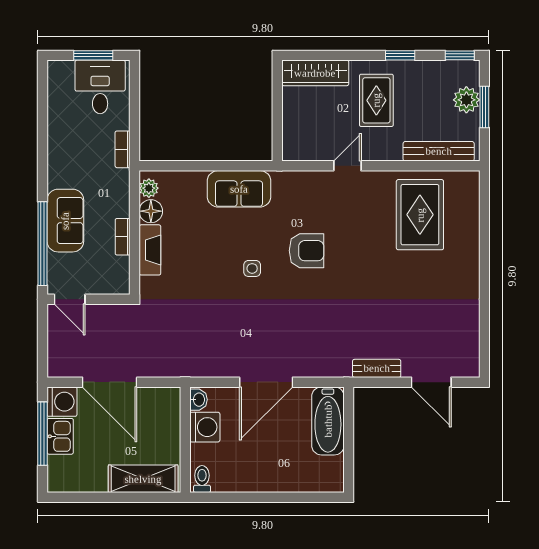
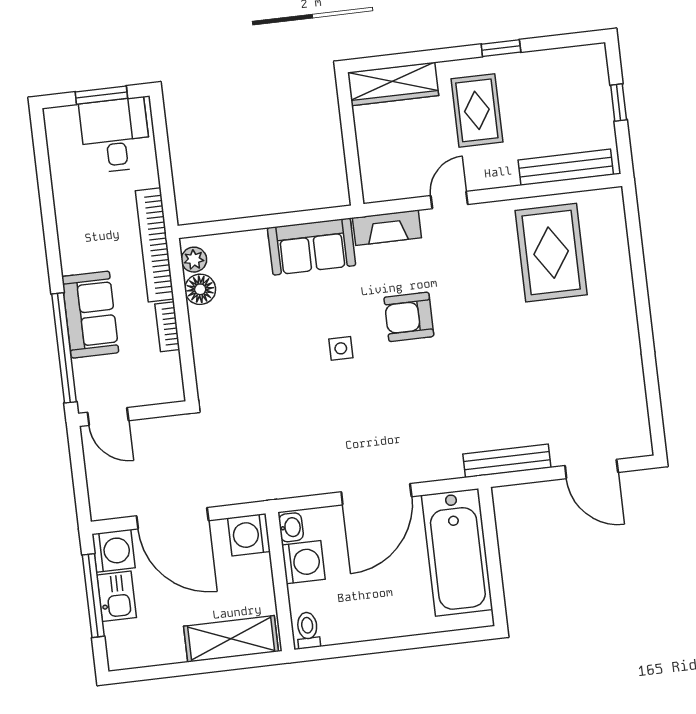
window: (460, 55) -> (579, 39), removed
plant: (466, 100) -> (594, 96), removed
window: (484, 107) -> (619, 103), width x0.67
bookcase: (123, 149) -> (155, 245), width x2.31, depth x1.31
fireplace: (150, 250) -> (387, 228), moved, turned 90
armchair: (306, 251) -> (409, 317), turned 180
bench: (377, 368) -> (507, 461), width x1.36
washing machine: (166, 401) -> (249, 535), added
bathtub: (328, 421) -> (457, 552), width x1.36, depth x1.36

